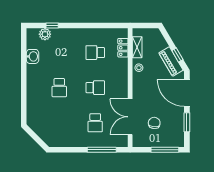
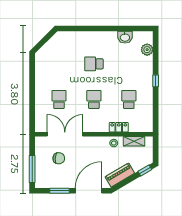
window: (52, 26) -> (156, 81), moved
locker: (123, 48) -> (119, 127), moved
window: (177, 55) -> (145, 170), moved
school desk: (95, 88) -> (94, 100), turned 180
school desk: (95, 123) -> (59, 100), turned 90
window: (102, 150) -> (32, 106), removed

